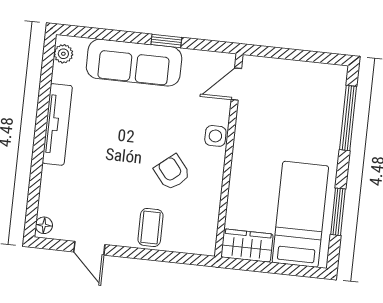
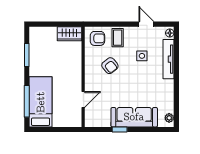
door: (236, 84) -> (83, 99), moved
tv unit: (57, 124) -> (169, 59), moved
side table: (215, 136) -> (142, 56), moved
bed: (300, 214) -> (41, 102), moved, turned 180
armchair: (192, 230) -> (97, 38), added

